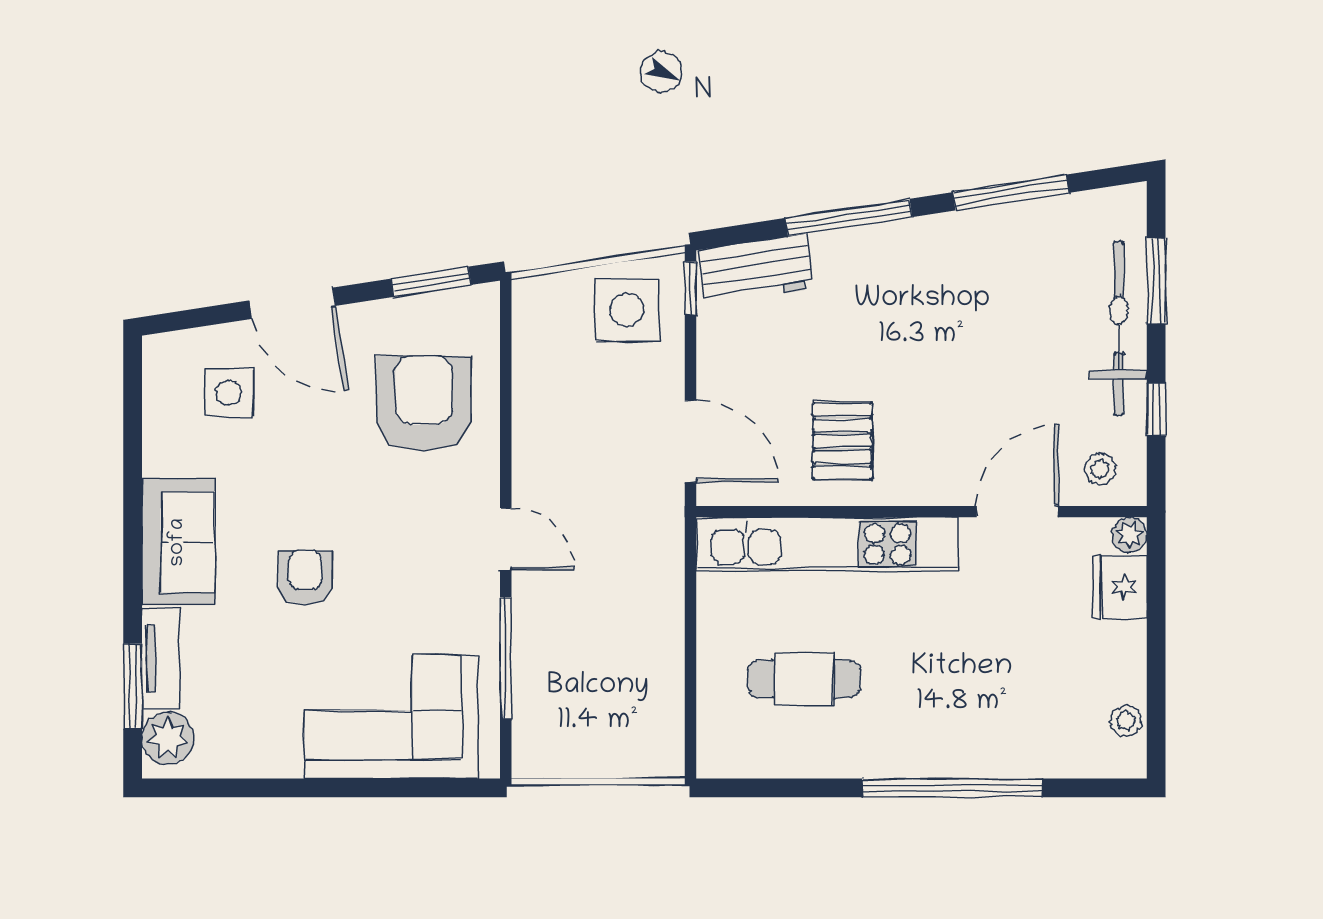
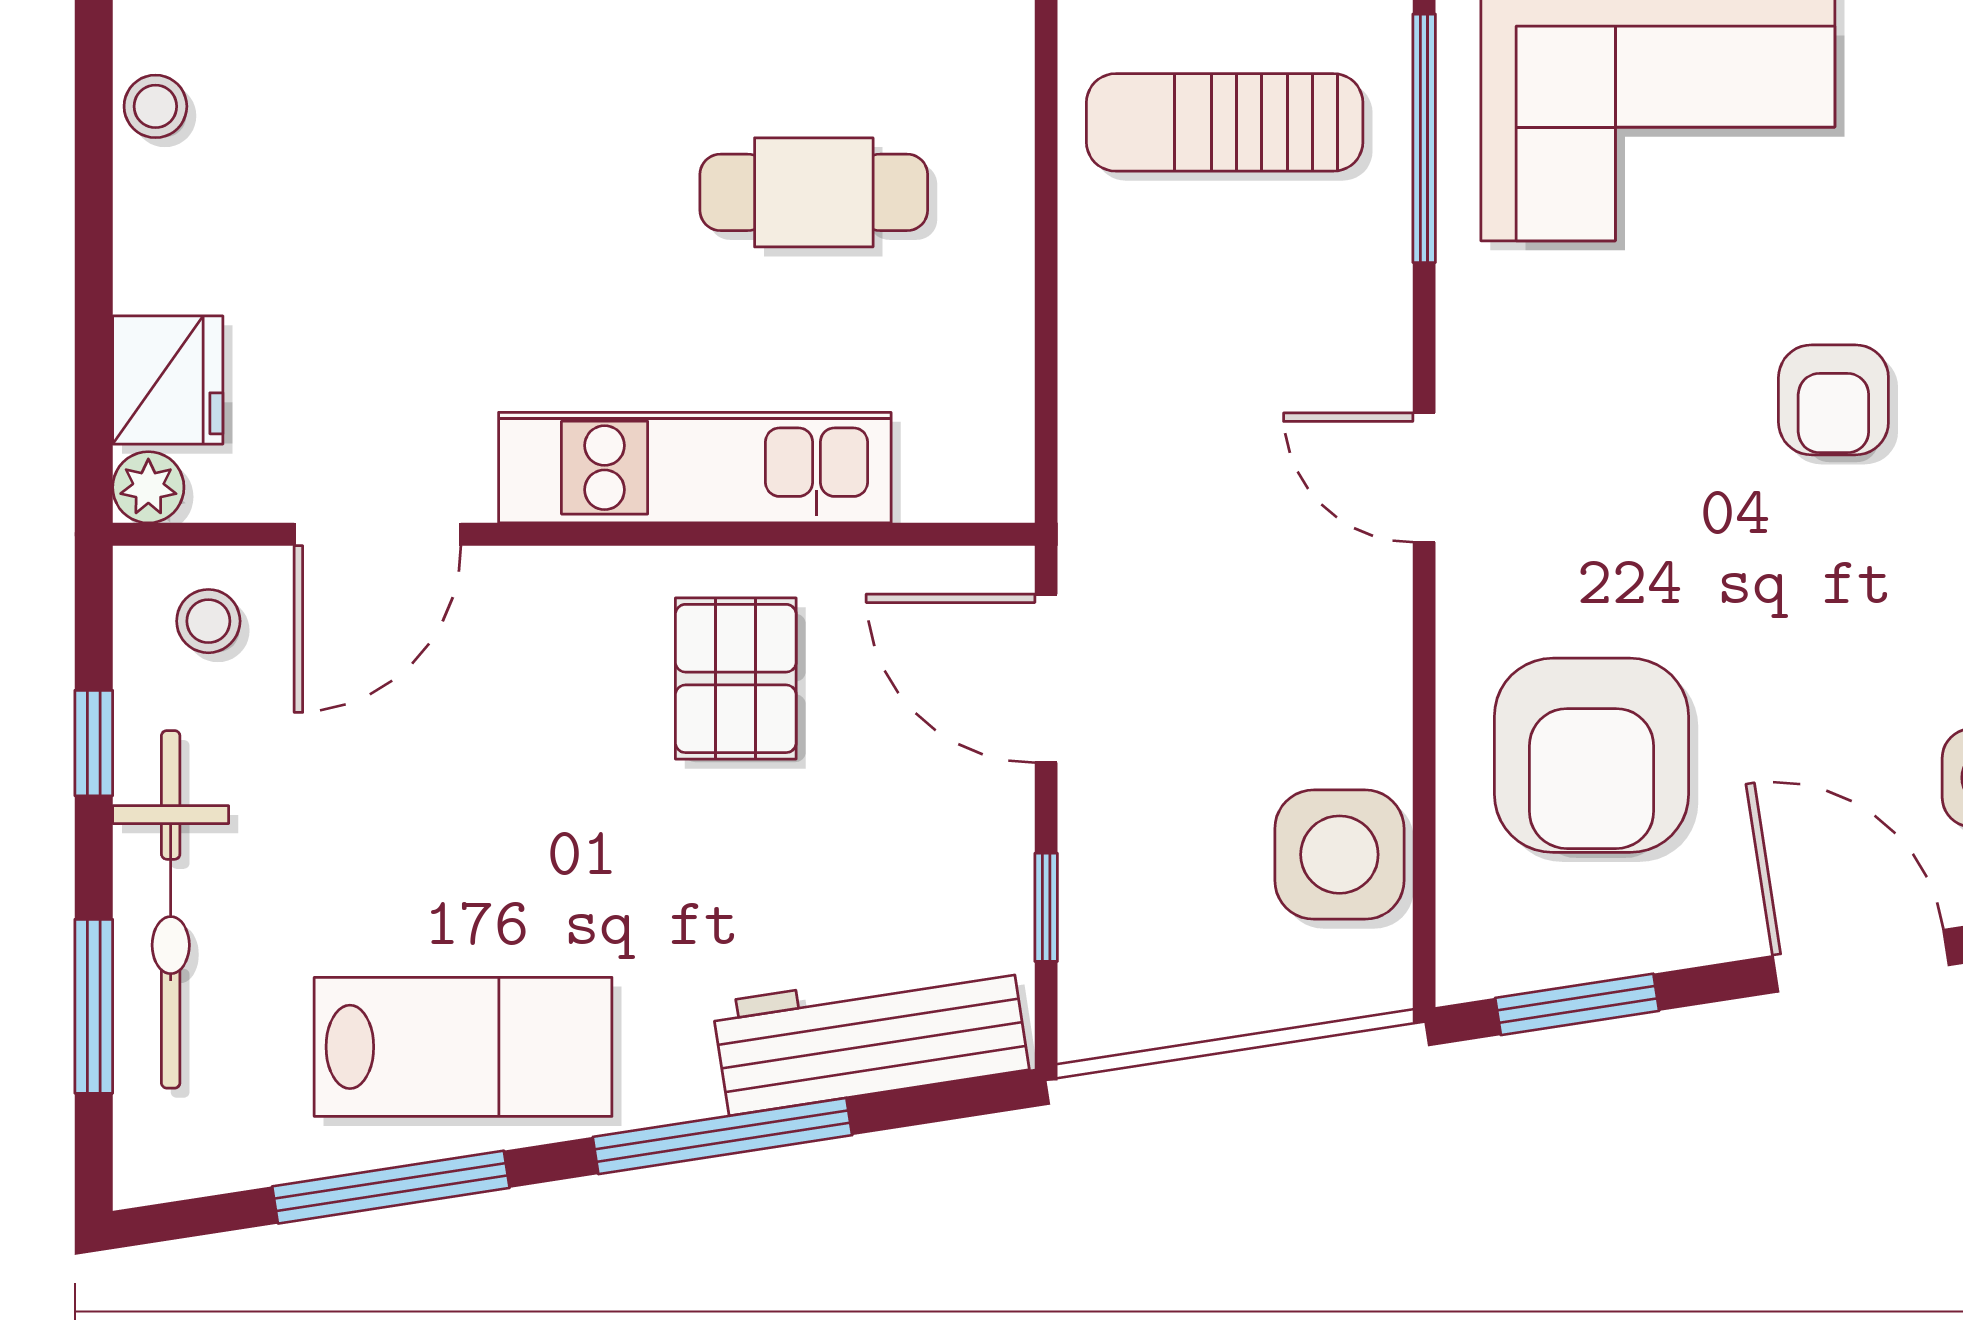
lab bench: (976, 261) -> (463, 1047), added
workbench: (756, 269) -> (871, 1036), width x1.38
window: (691, 288) -> (1046, 907), moved
side table: (627, 310) -> (1339, 855), moved
kitchen unit: (827, 544) -> (695, 468), width x0.73
window: (506, 658) -> (1424, 138), moved
sun lounger: (603, 713) -> (1225, 122), added

